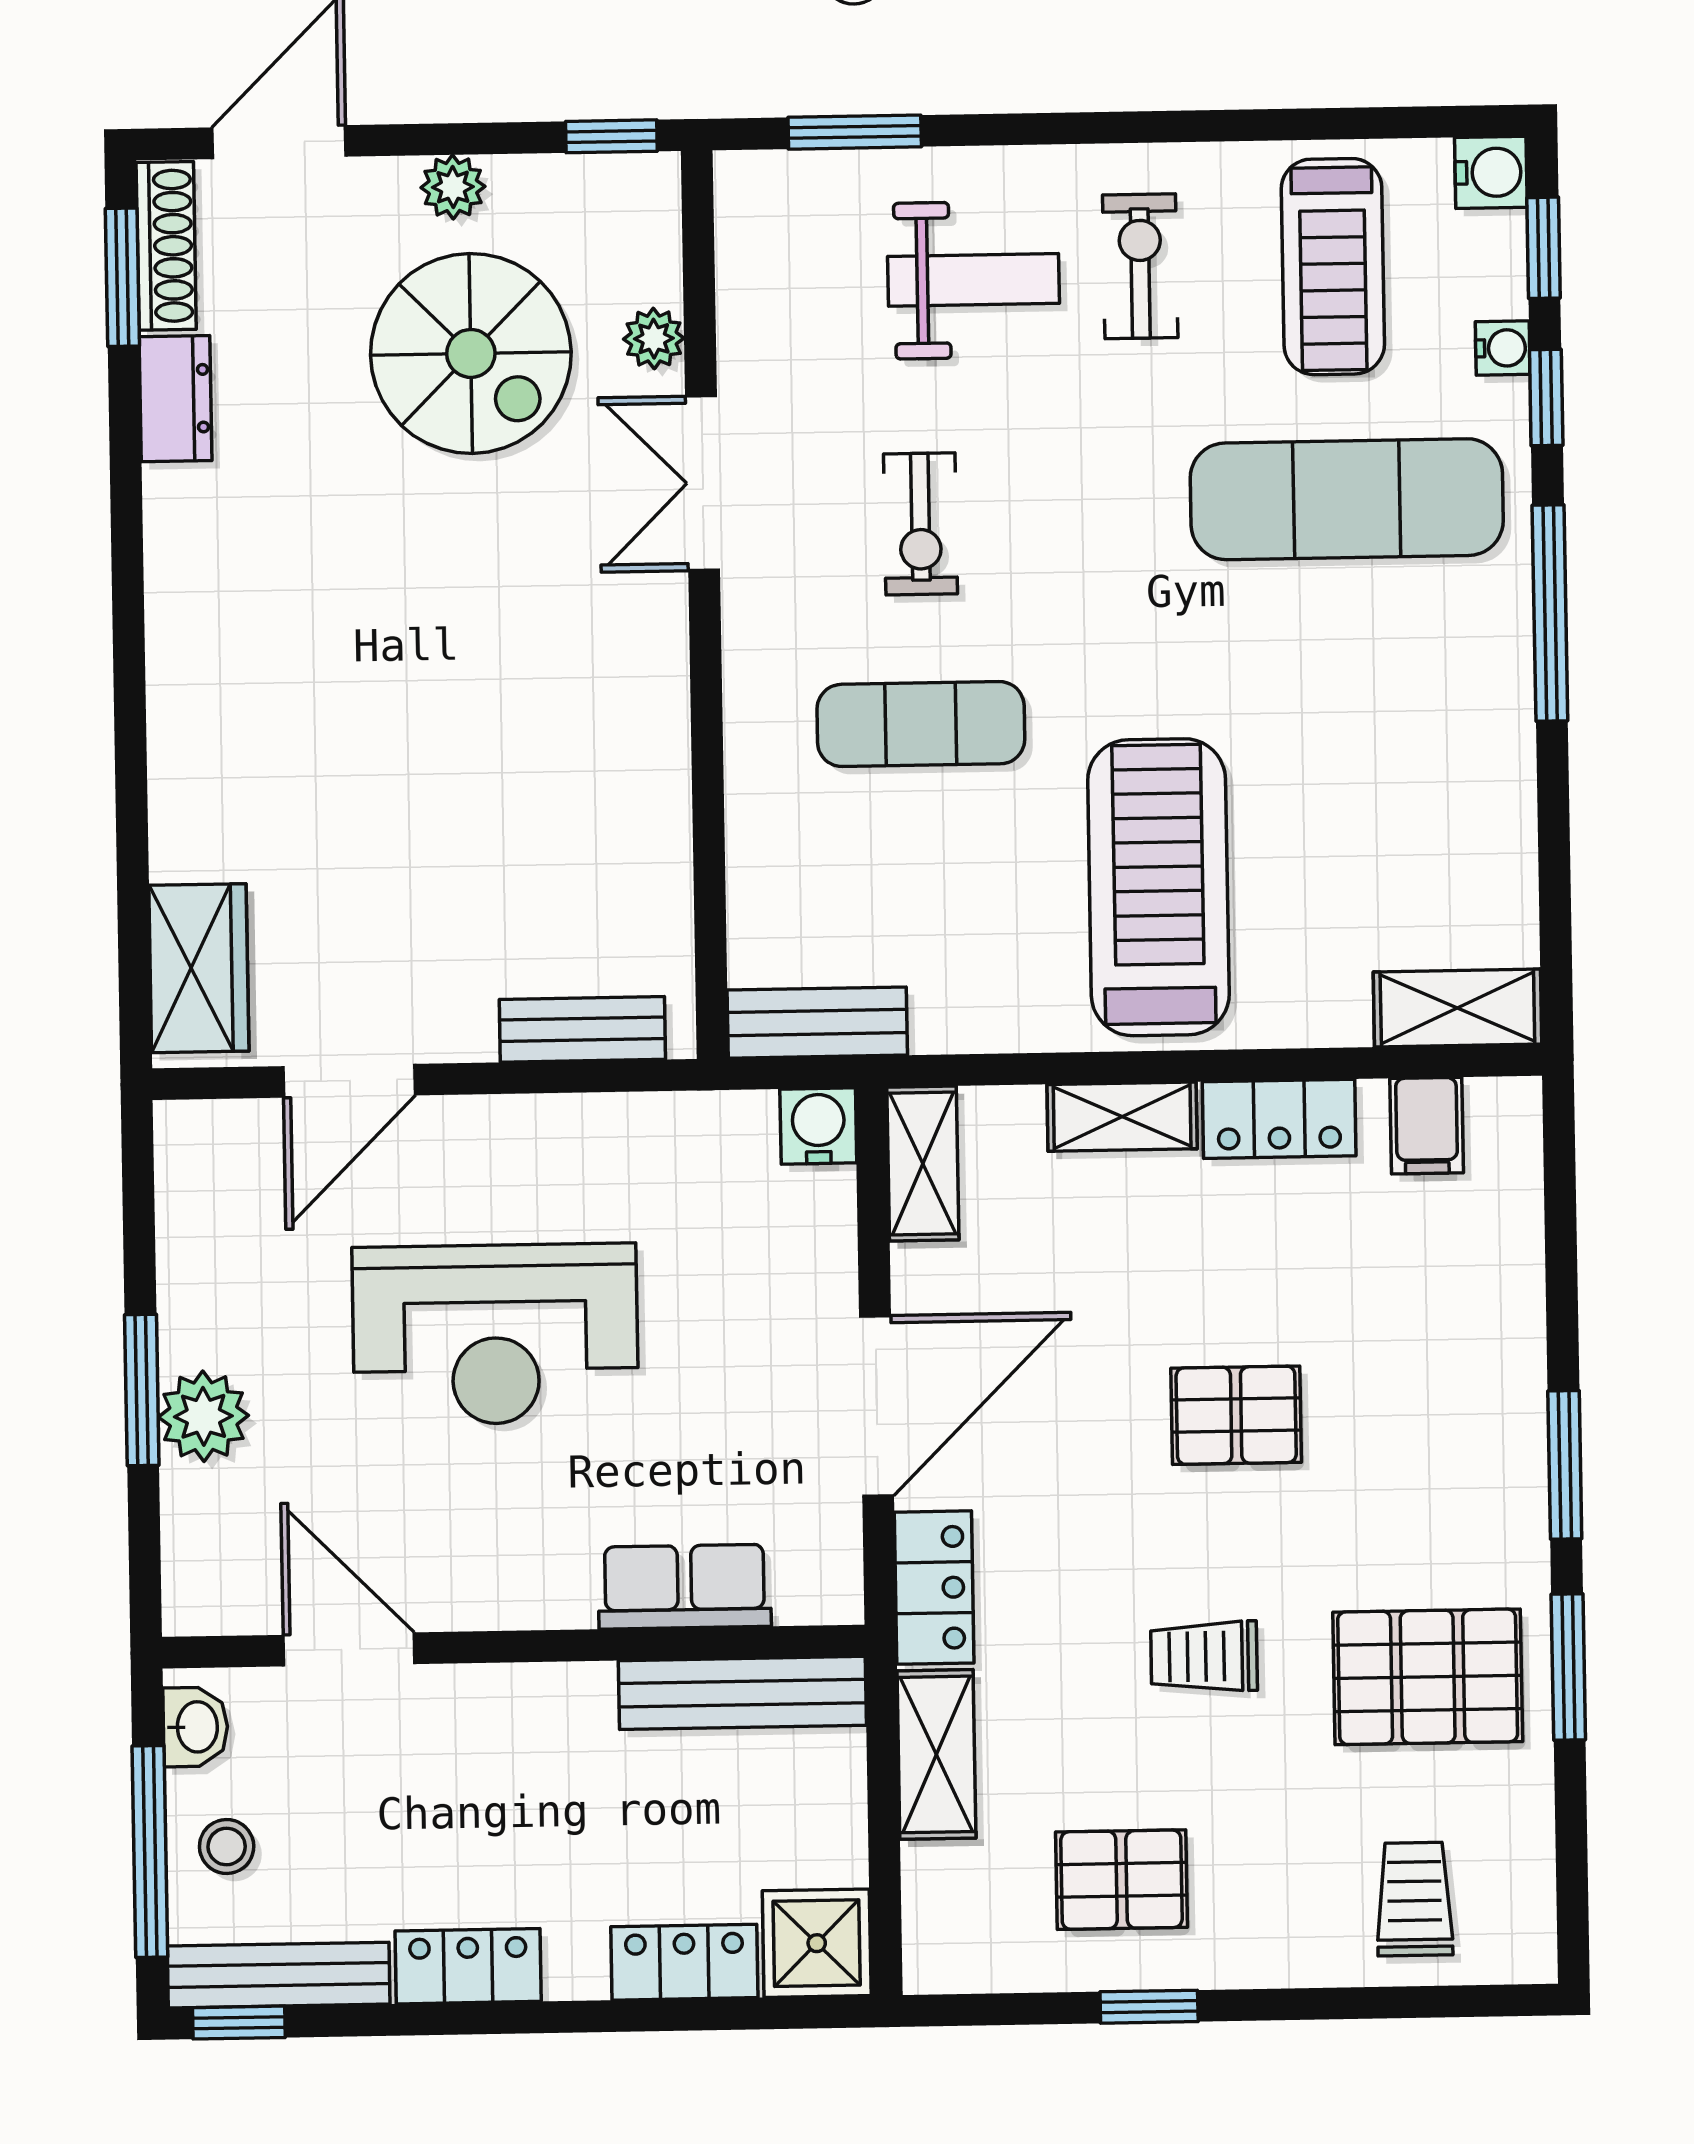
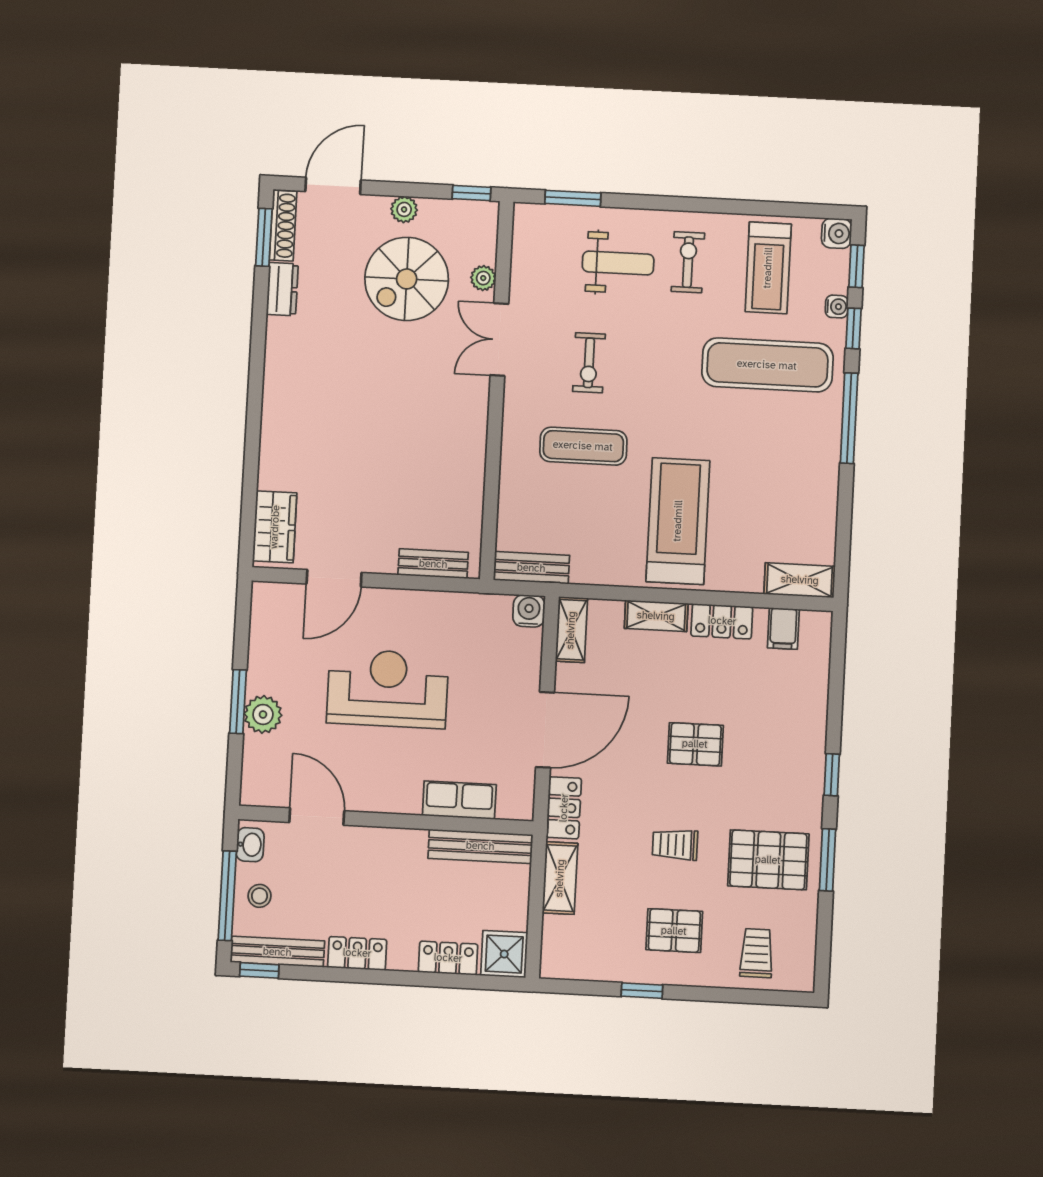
spiral stairs: (471, 353) -> (407, 279), turned 90
reception desk: (495, 1334) -> (388, 689), turned 180
window: (1565, 1465) -> (832, 775), width x0.67
pallet: (1121, 1880) -> (674, 931), moved

